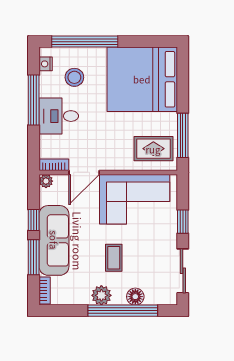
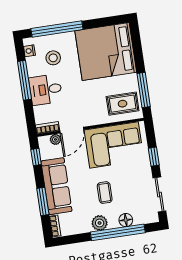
plant: (46, 181) -> (55, 139), moved
window: (34, 220) -> (36, 157), moved

